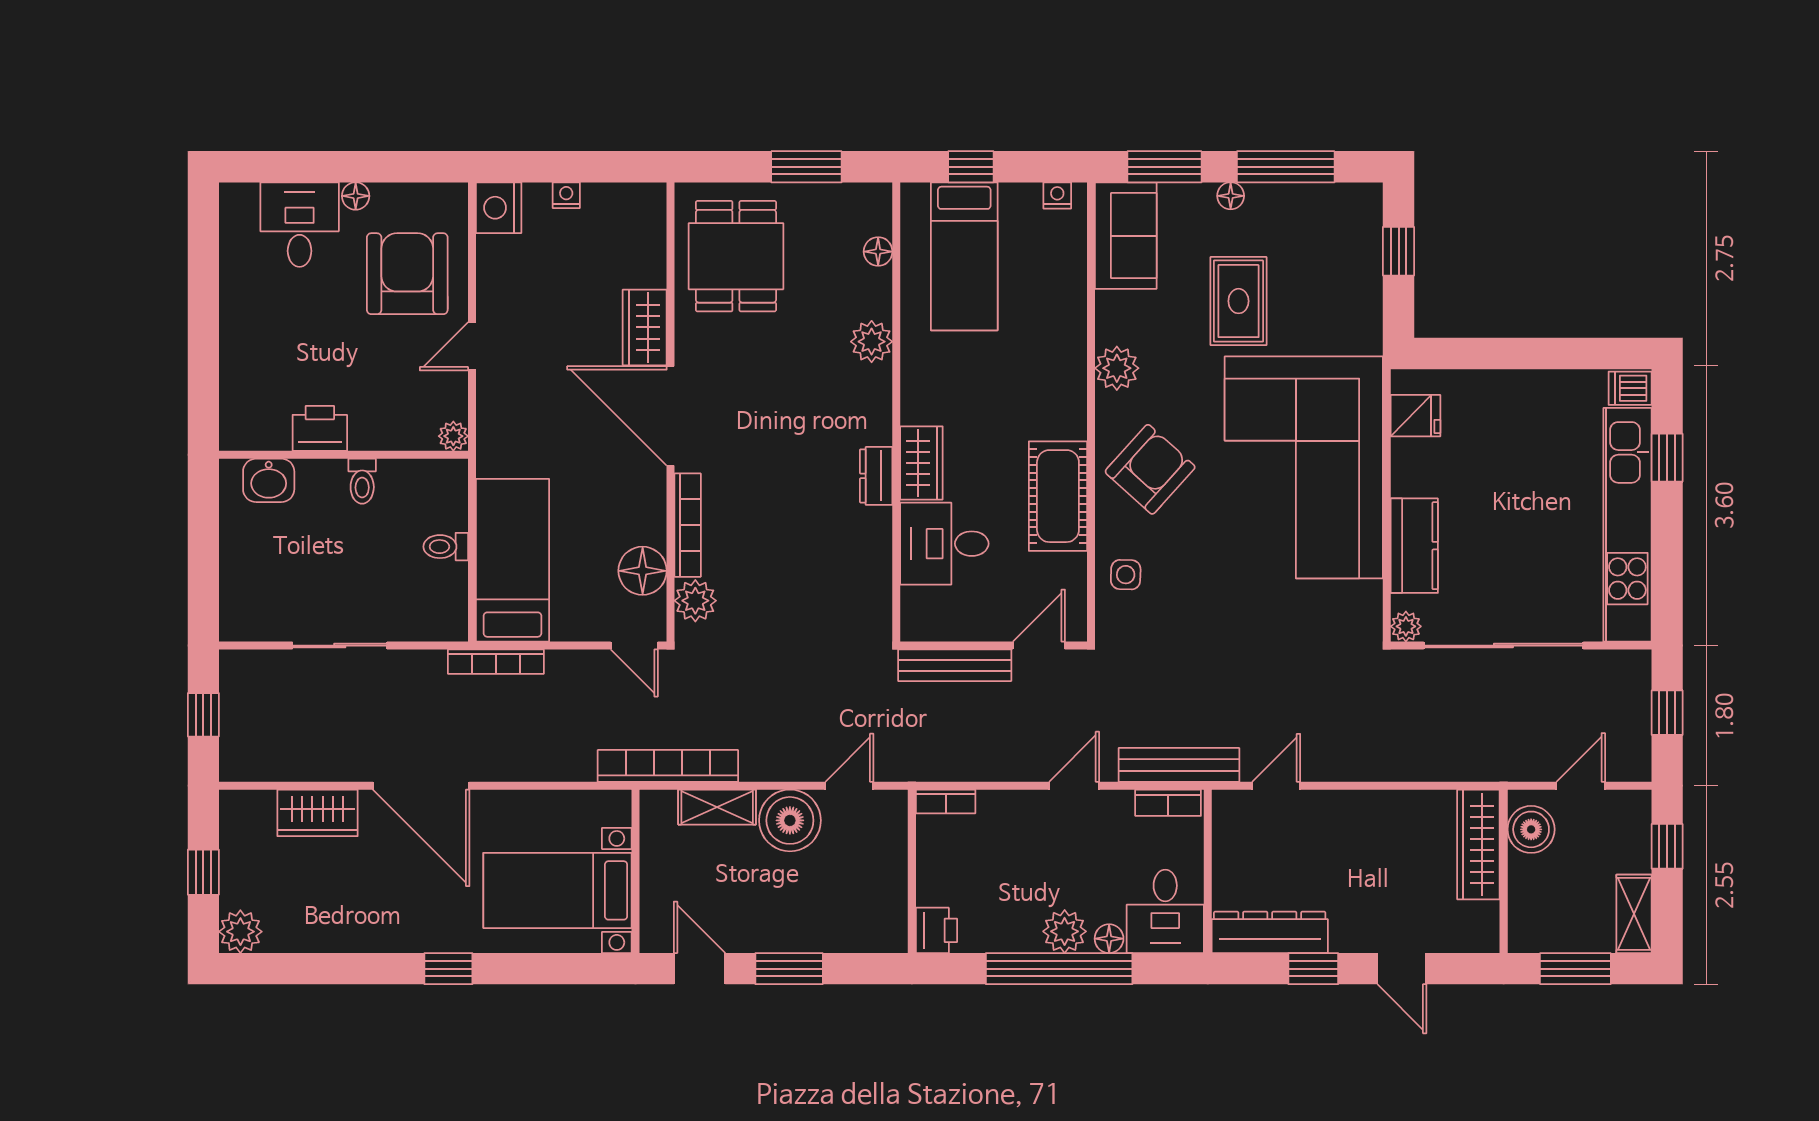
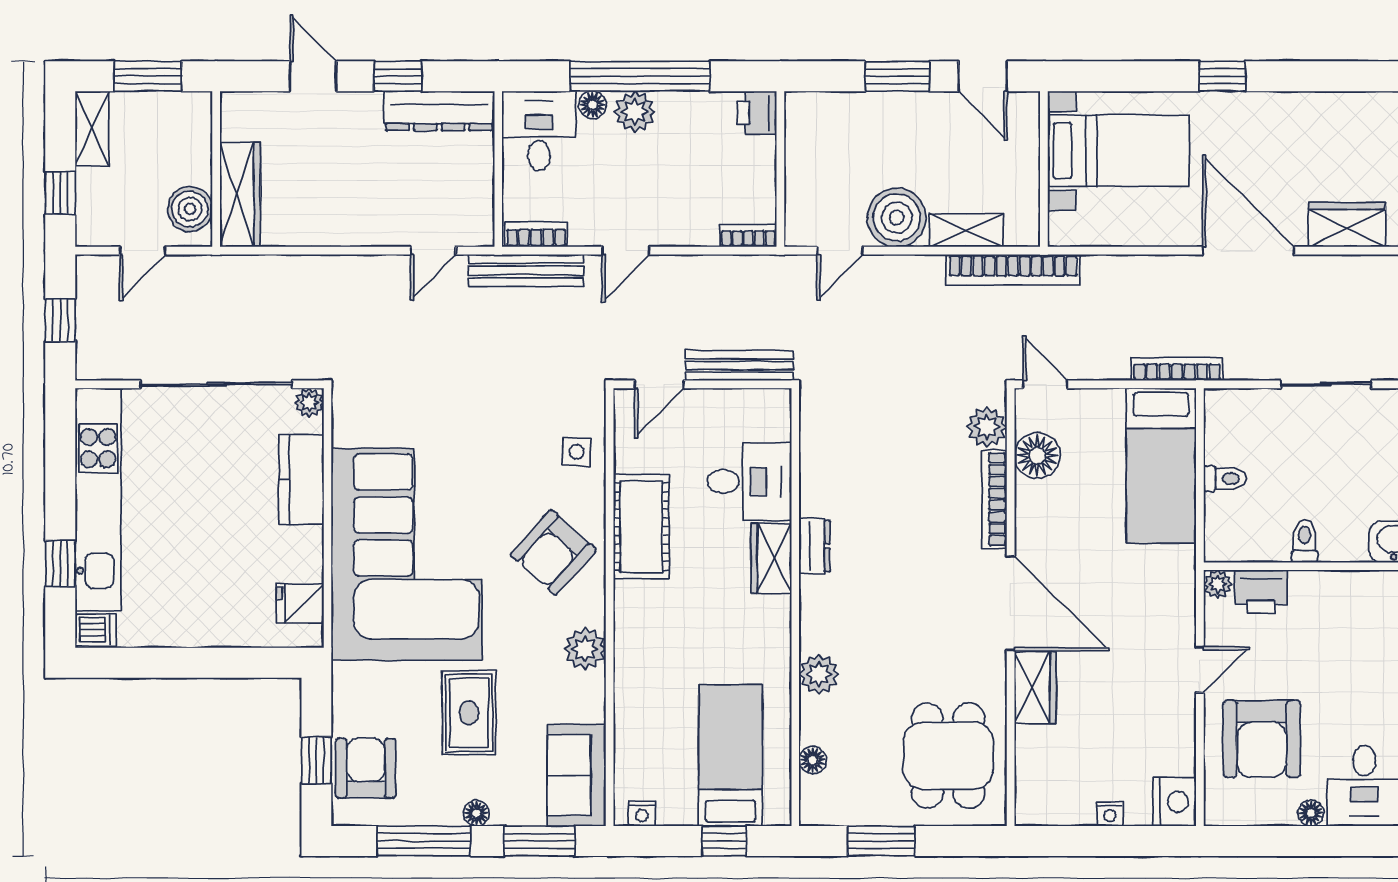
armchair: (1347, 243) -> (366, 768), added
printer: (320, 428) -> (1261, 591), moved

